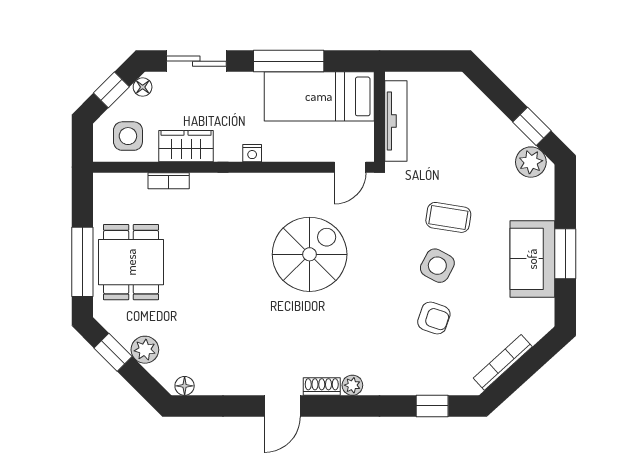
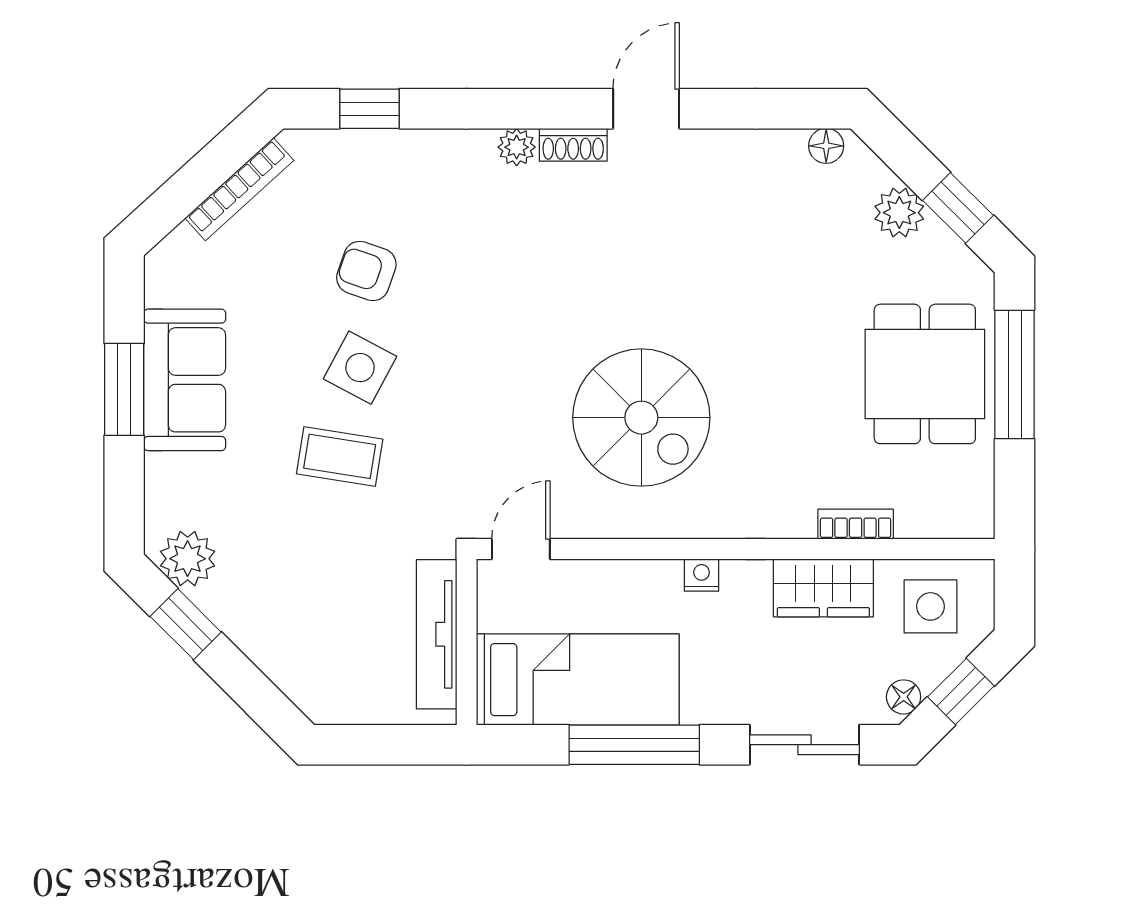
spiral stairs: (310, 254) -> (641, 418), moved, turned -90

